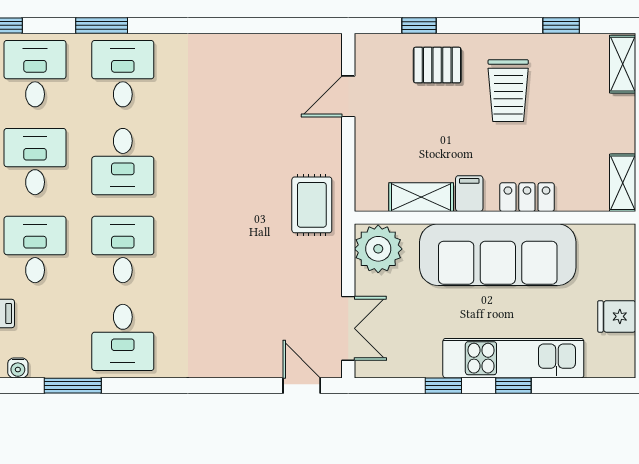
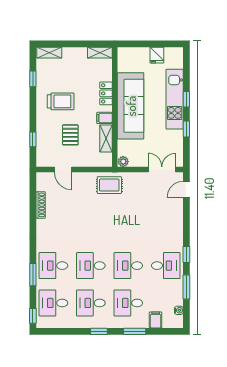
shoe rack: (265, 44) -> (41, 205), added
pallet: (437, 65) -> (70, 135), moved
desk: (123, 162) -> (91, 266), turned 180
plant: (378, 249) -> (123, 162), width x0.53, depth x0.53
window: (149, 386) -> (186, 255), added

